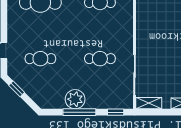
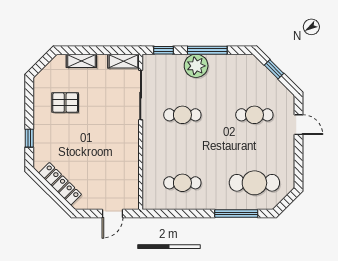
window: (17, 89) -> (274, 69), moved
plant: (75, 99) -> (196, 66), moved

